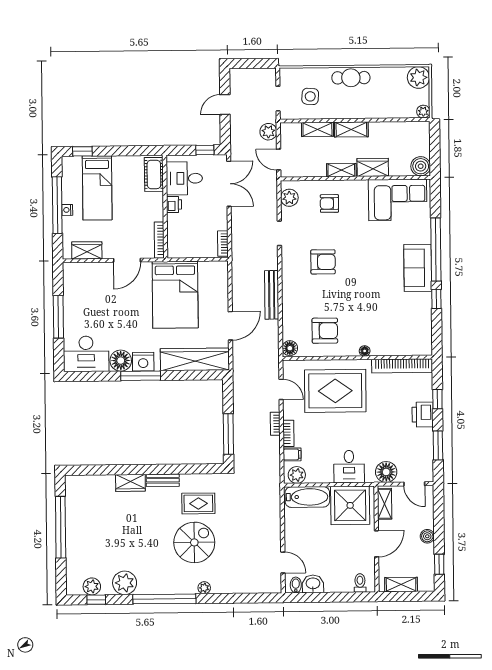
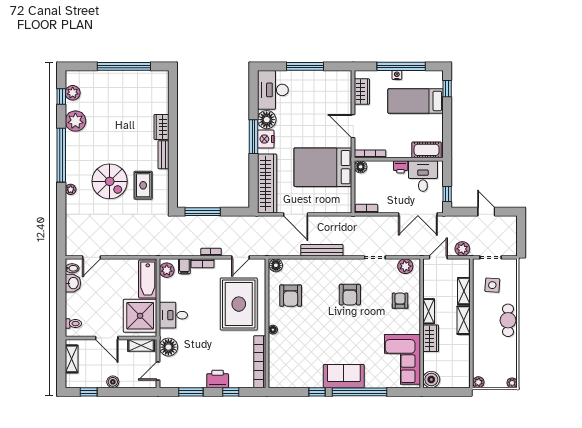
plant: (418, 77) -> (512, 383), width x0.53, depth x0.53
floor lamp: (174, 251) -> (361, 167), added

